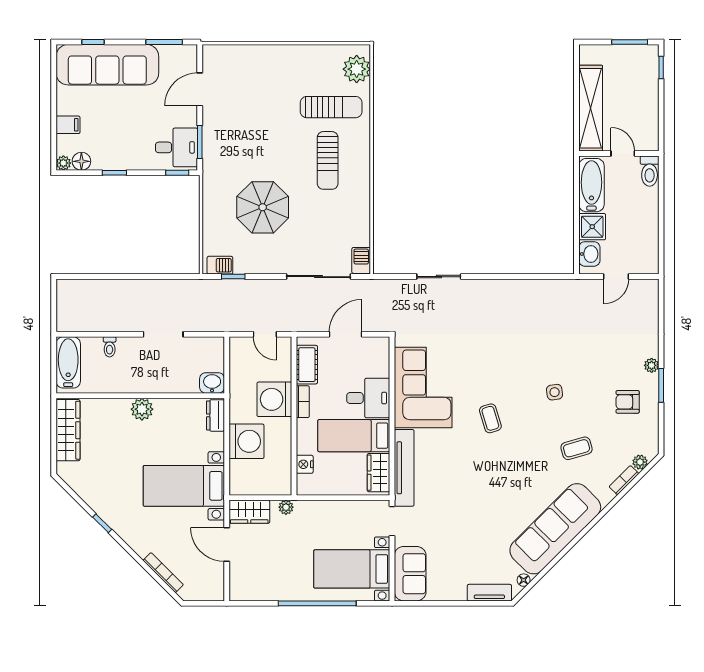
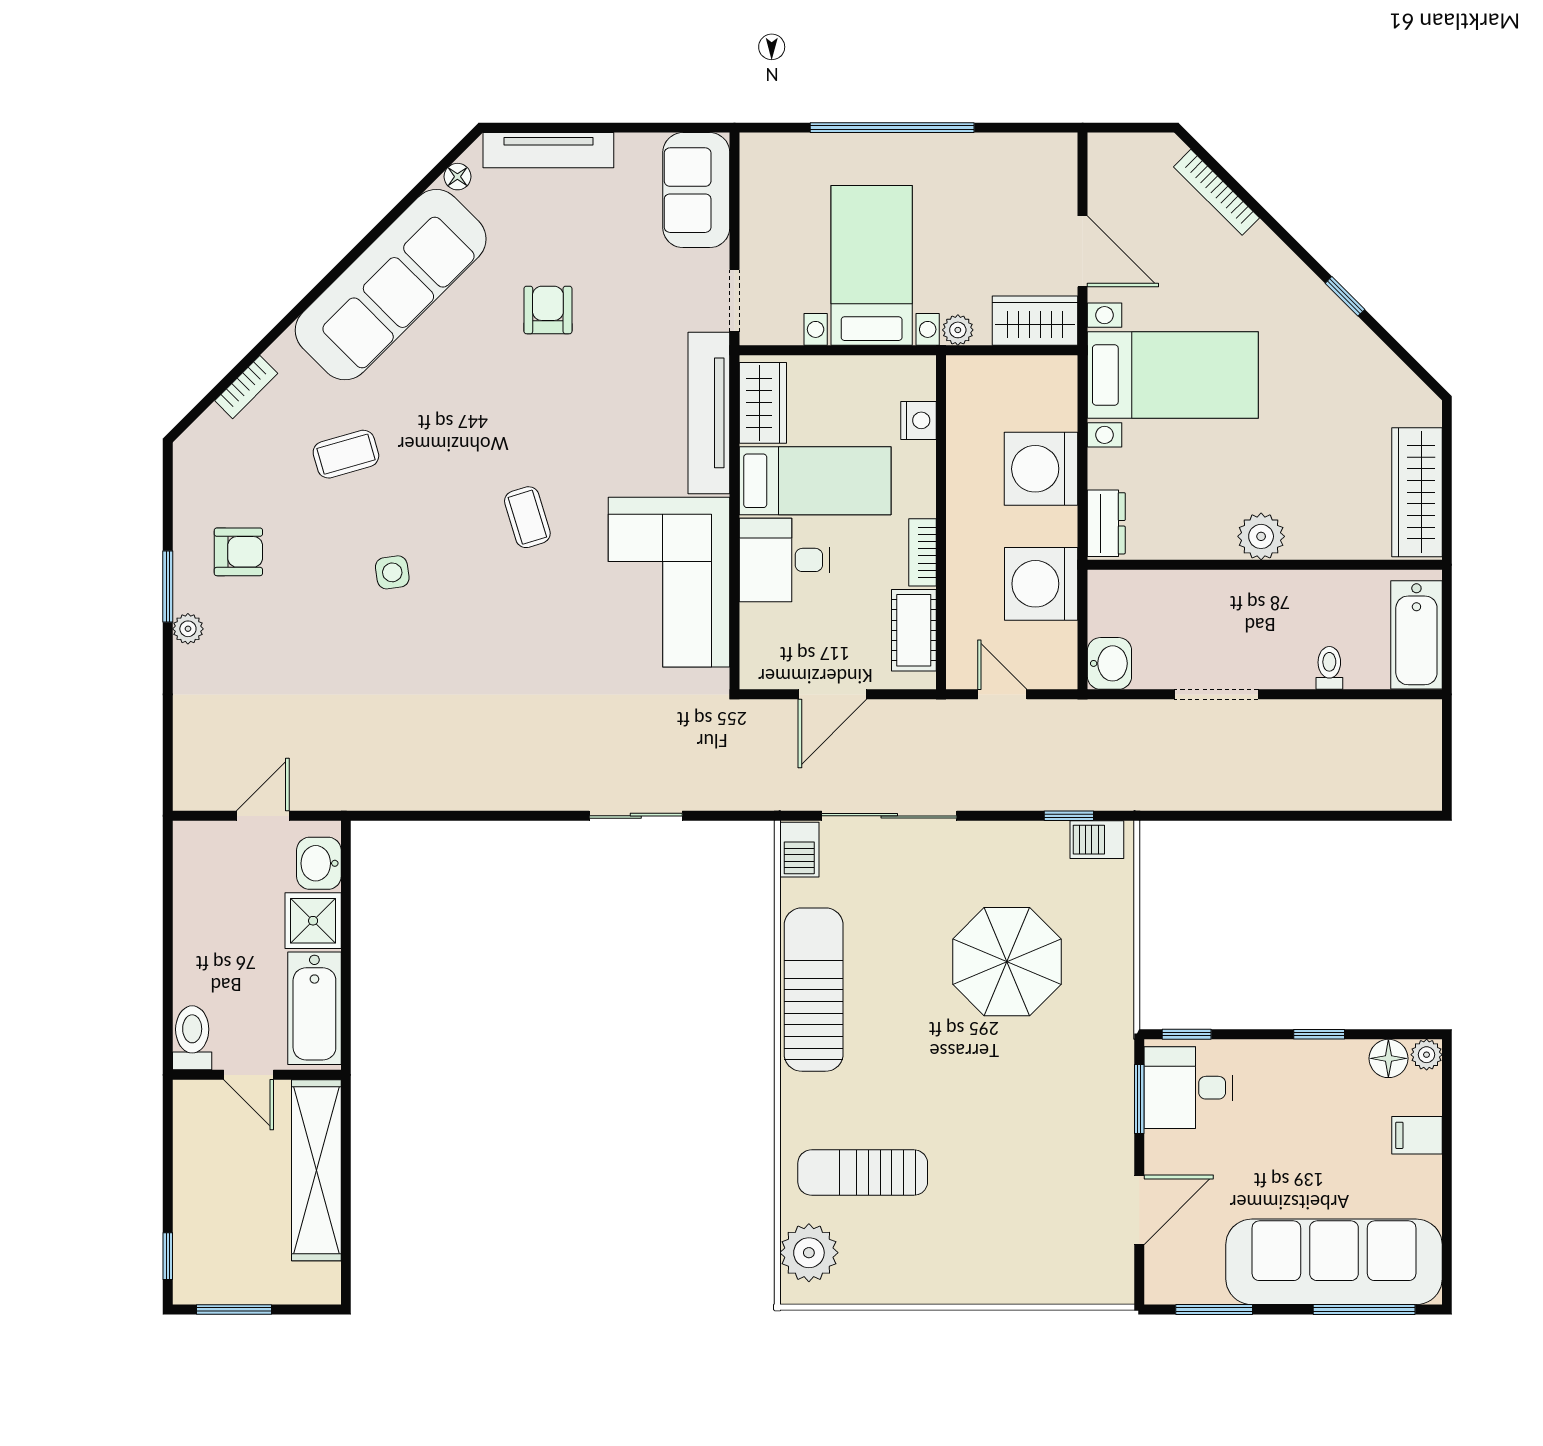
window: (93, 42) -> (1364, 1310), width x2.17
sun lounger: (328, 160) -> (814, 990), moved, width x1.36, depth x1.34
washbasin: (212, 383) -> (1109, 663), moved, turned -90
washing machine: (274, 399) -> (1041, 584), moved, turned 180
plant: (640, 462) -> (212, 425), removed
armchair: (481, 517) -> (548, 310), added
bed with nightstands: (352, 569) -> (872, 265), moved, turned -90
tv unit: (489, 593) -> (548, 150), width x1.41

